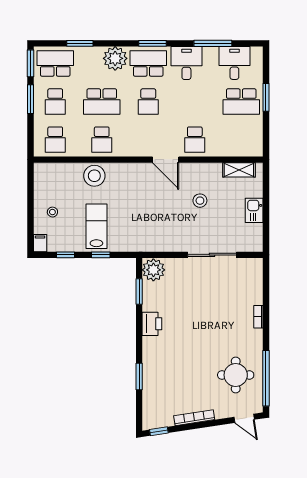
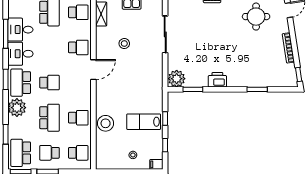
desk: (234, 63) -> (20, 30), moved
school desk: (55, 102) -> (49, 153), turned 180
school desk: (241, 140) -> (78, 12), added

